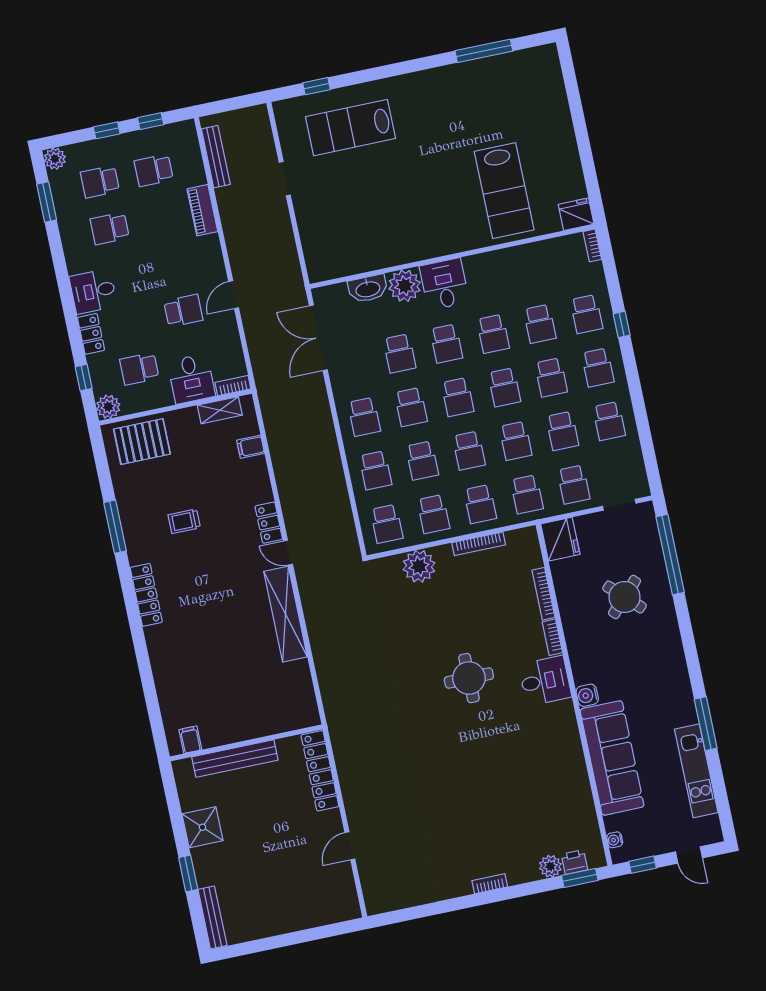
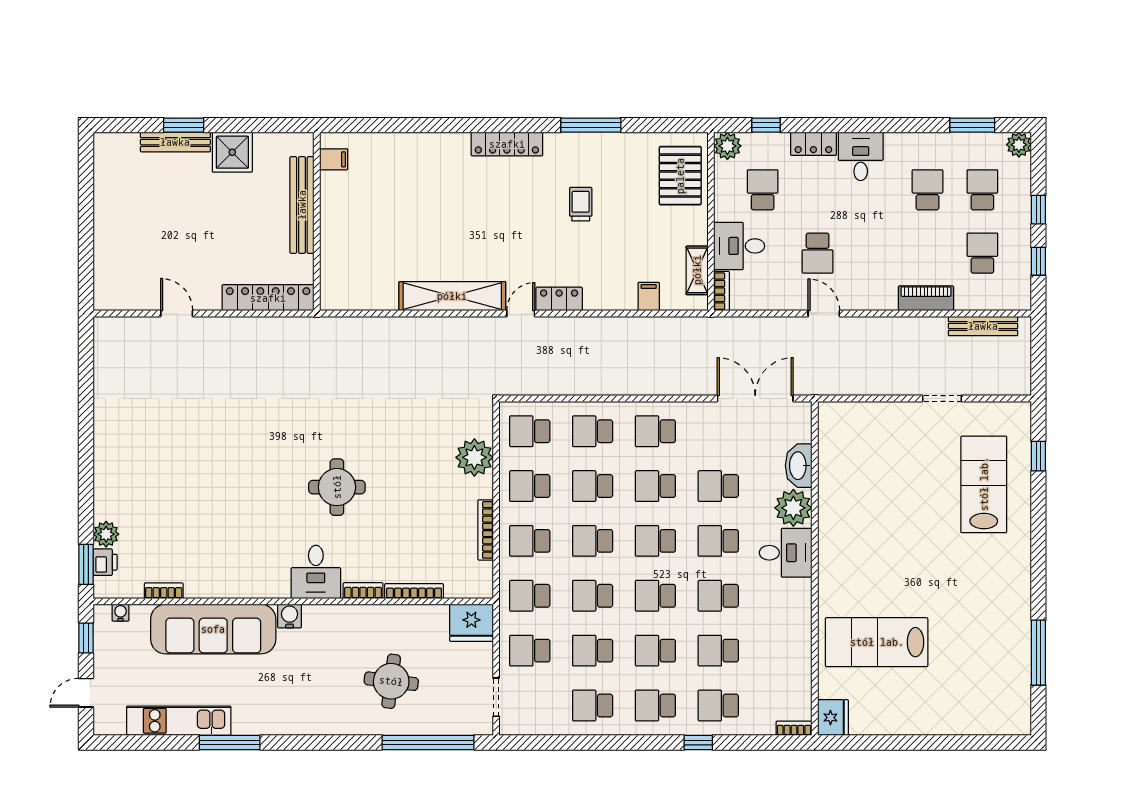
round table: (625, 597) -> (391, 681), turned -37
bookcase: (490, 884) -> (164, 591), moved, turned -90
bench: (212, 917) -> (175, 142), moved

